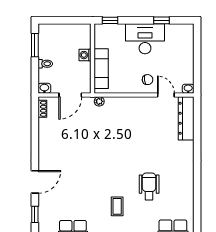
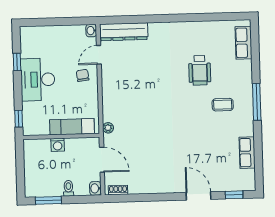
wheelchair: (149, 186) -> (200, 70), turned -90

